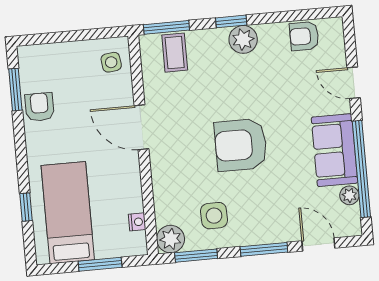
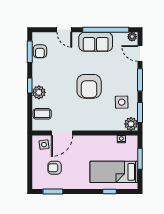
window: (166, 27) -> (30, 52), moved
plant: (243, 39) -> (39, 92), moved
door: (354, 83) -> (64, 30), hinge flipped
armchair: (39, 107) -> (55, 168), moved
door: (142, 127) -> (62, 133), moved
plant: (349, 195) -> (132, 37), moved
door: (318, 244) -> (140, 54), hinge flipped

